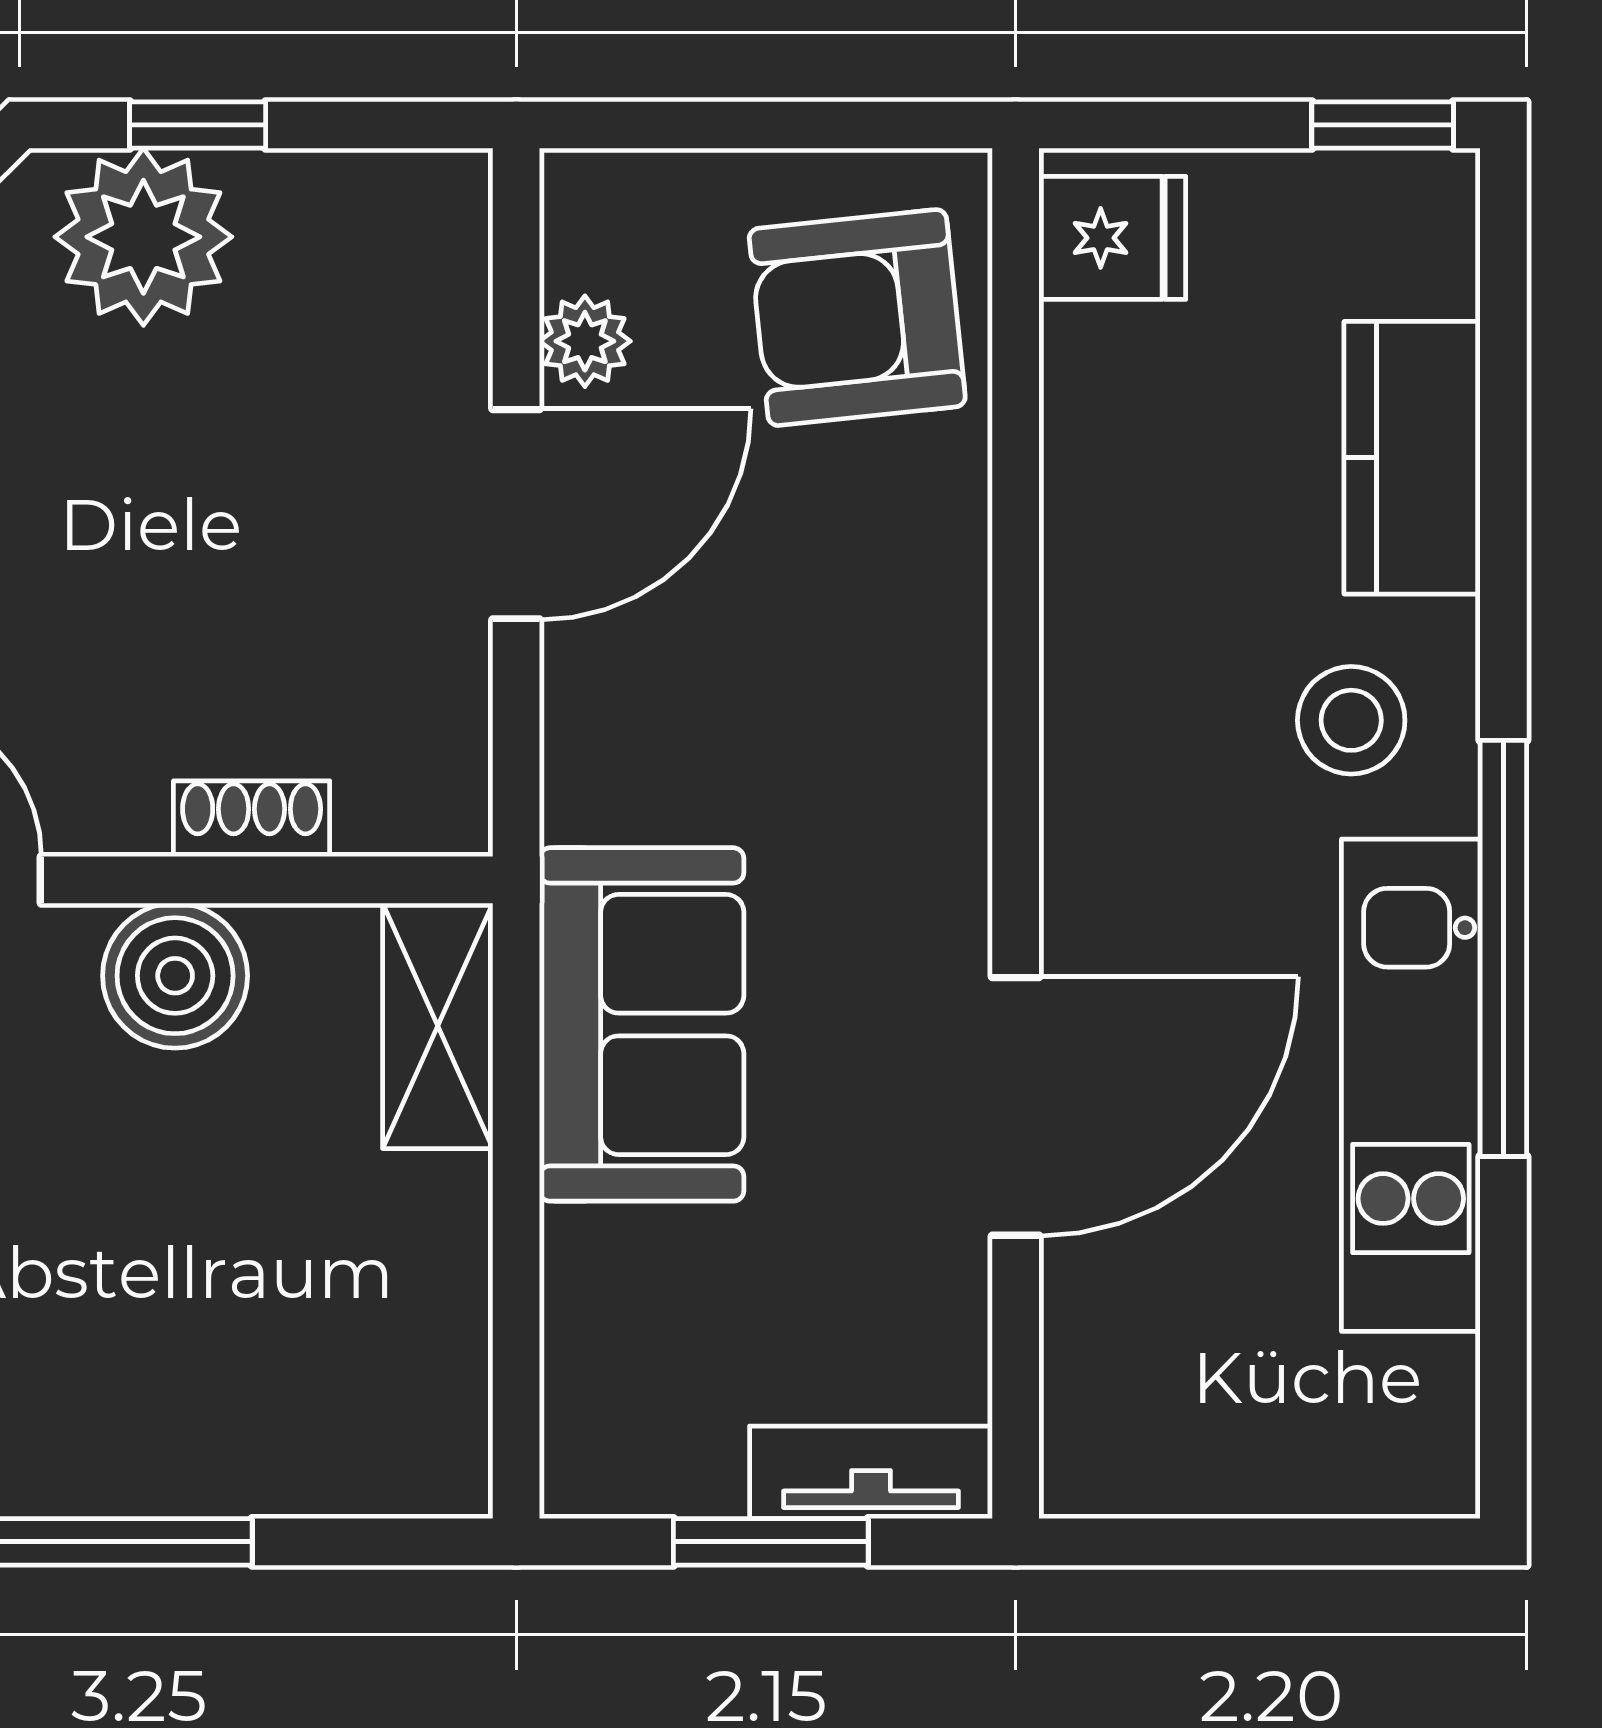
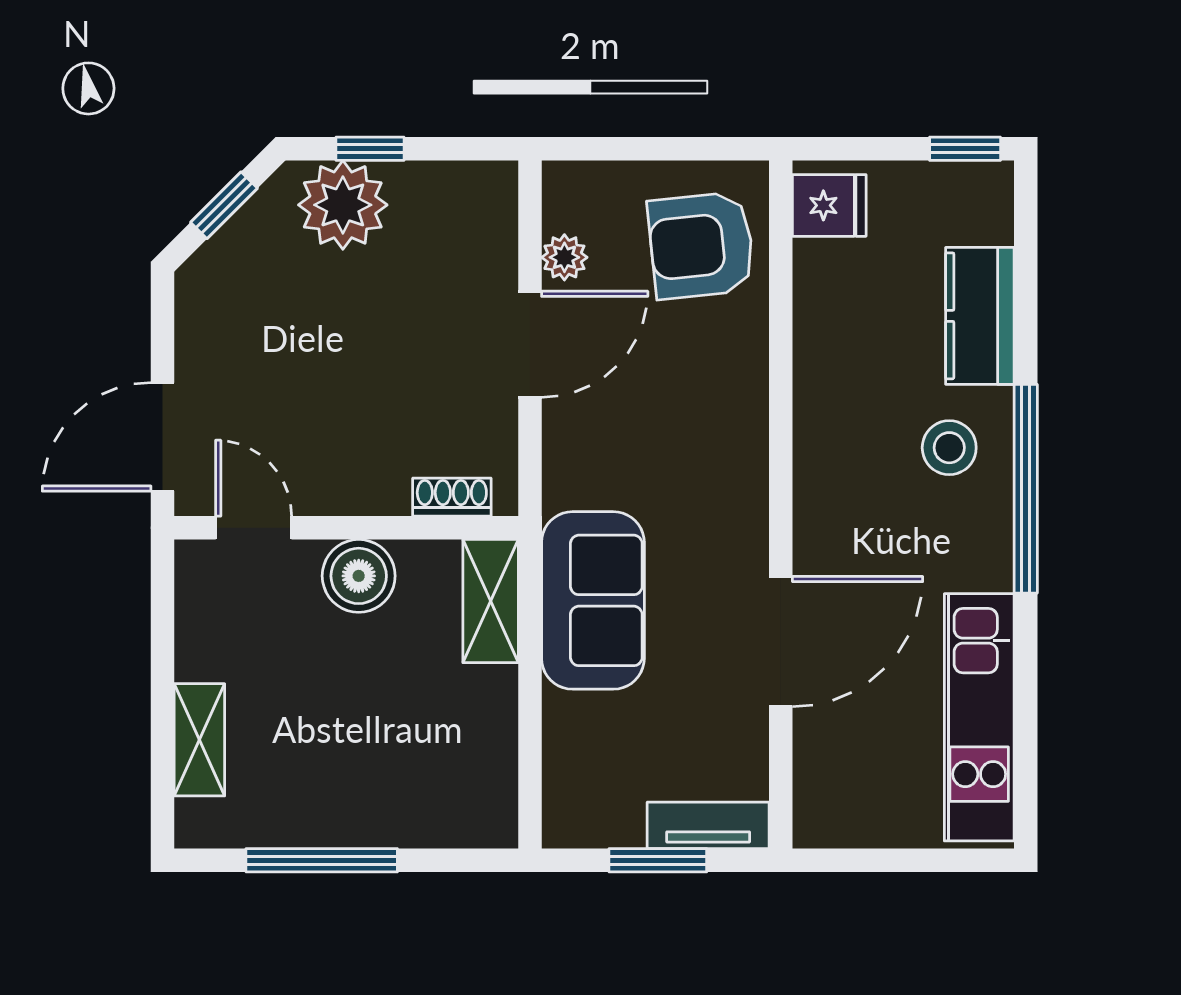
shoe rack: (252, 819) -> (452, 497), moved
window: (1503, 948) -> (1026, 489), moved
kitchen unit: (1411, 1085) -> (979, 717), moved

